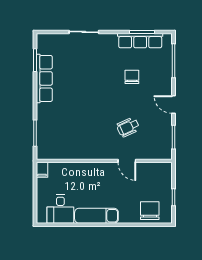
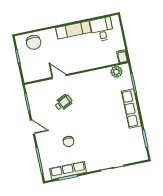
row of seats: (44, 78) -> (131, 108), moved
plant: (53, 152) -> (116, 72), added

